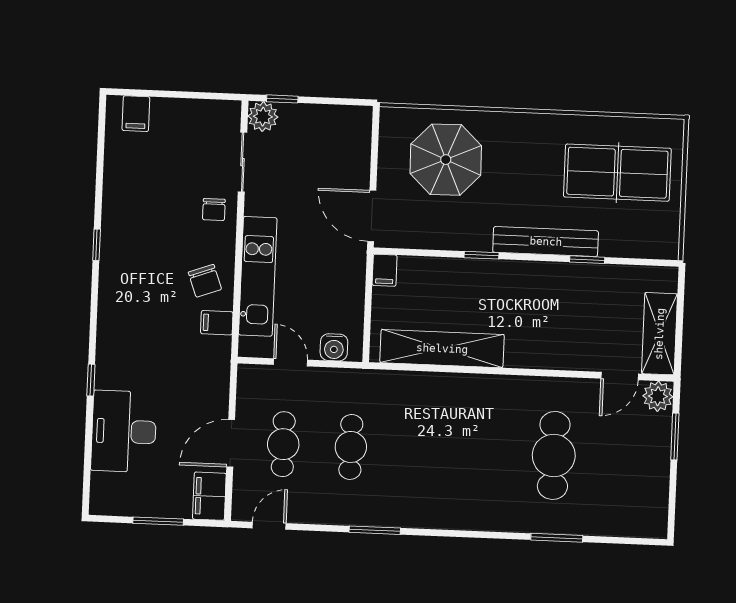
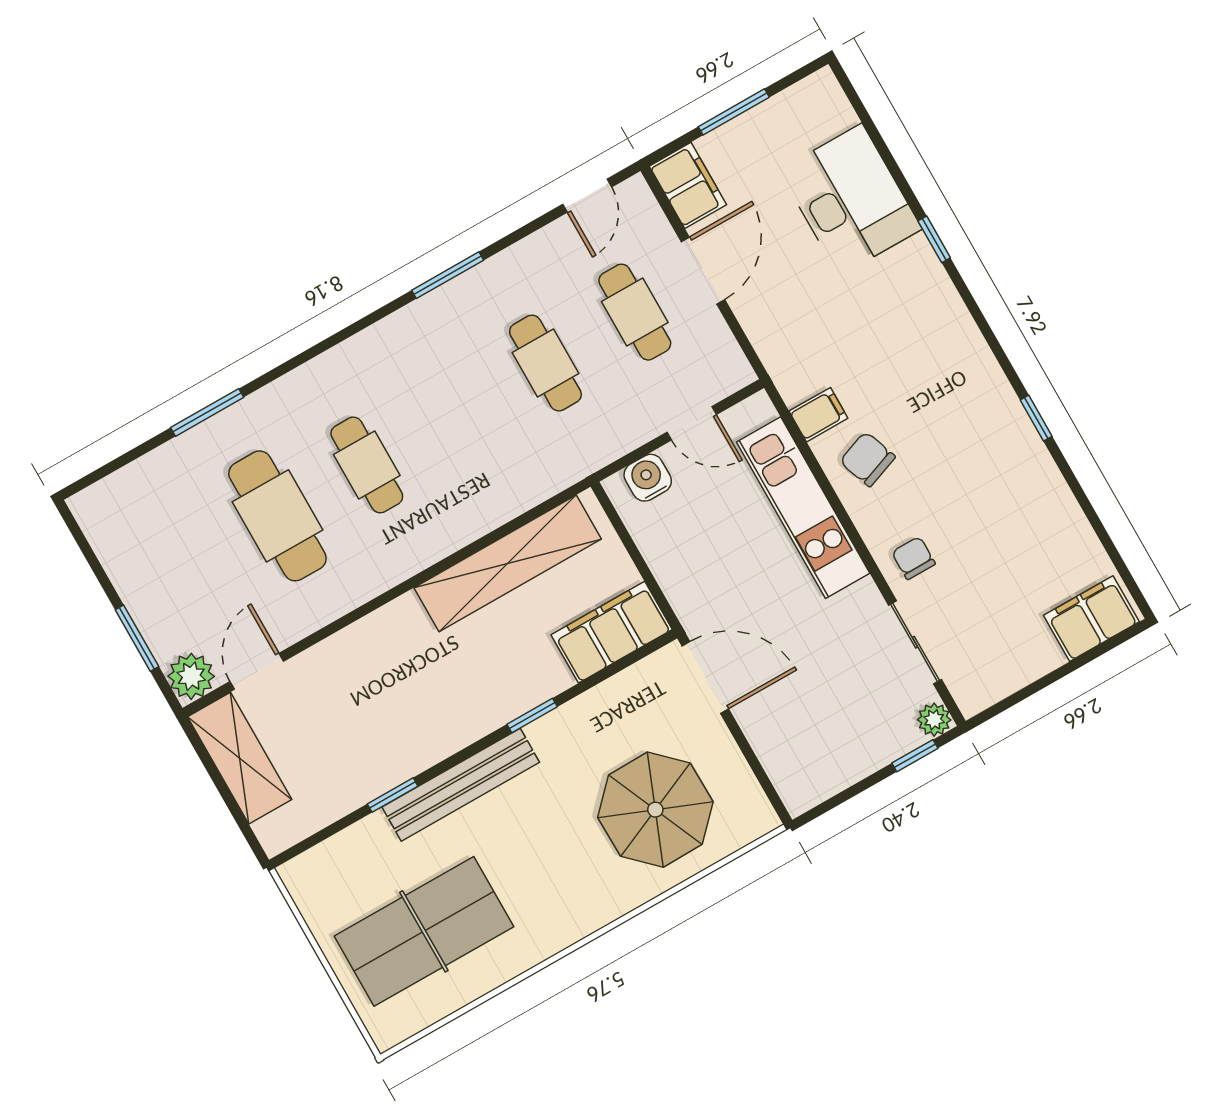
filing cabinet: (136, 114) -> (1091, 619), width x2.00
plant: (263, 117) -> (934, 720), width x0.73, depth x0.73
filing cabinet: (385, 270) -> (612, 632), width x3.00, depth x1.17
cafe table: (486, 453) -> (367, 465), added

